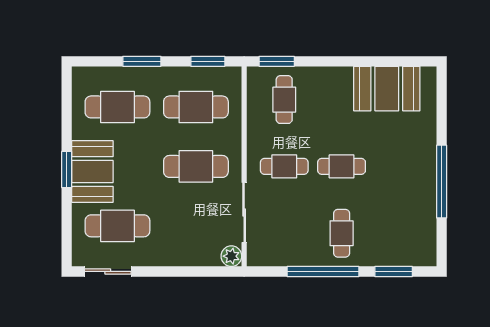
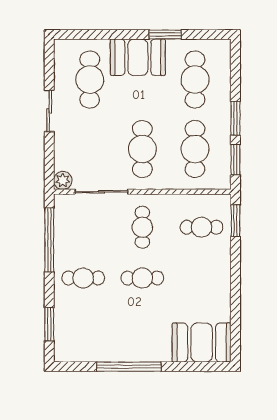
window: (142, 61) -> (235, 118), moved
booth: (387, 89) -> (202, 343), moved, turned 90
cafe table: (342, 166) -> (142, 278), turned 90
window: (67, 170) -> (165, 35), moved
sliding door: (108, 271) -> (49, 111), moved
window: (323, 271) -> (49, 240), moved

